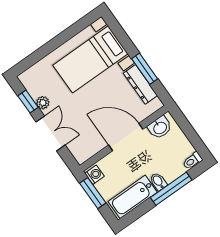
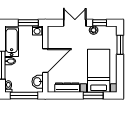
window: (38, 56) -> (120, 45), added
window: (145, 69) -> (93, 95), moved
double door: (51, 133) -> (75, 23), swing flipped
window: (190, 133) -> (24, 95), added

